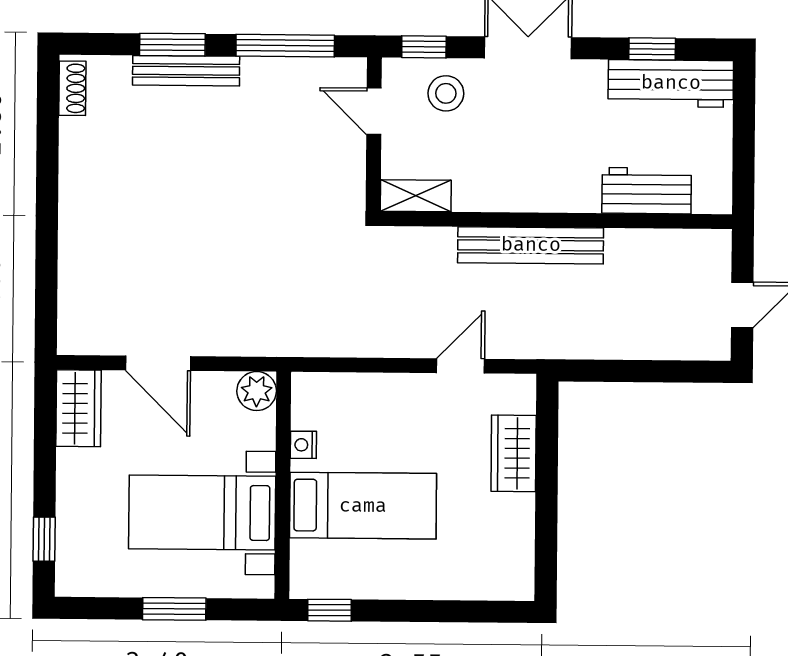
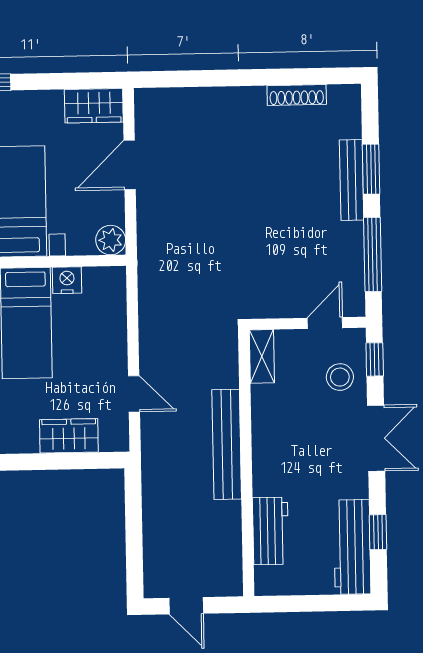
shoe rack: (72, 88) -> (297, 95), moved, width x1.43
nightstand: (303, 445) -> (67, 280), width x1.39, depth x1.35

